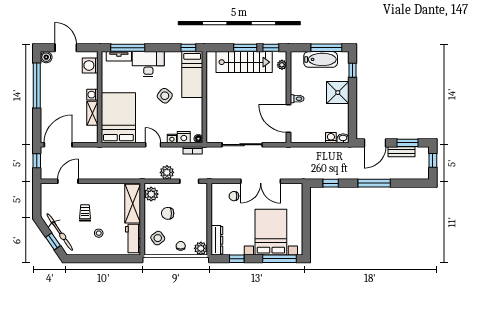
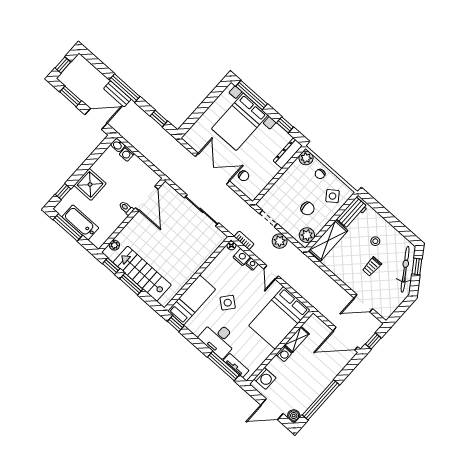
door: (66, 48) -> (272, 409), hinge flipped
bench: (402, 152) -> (117, 94), moved

